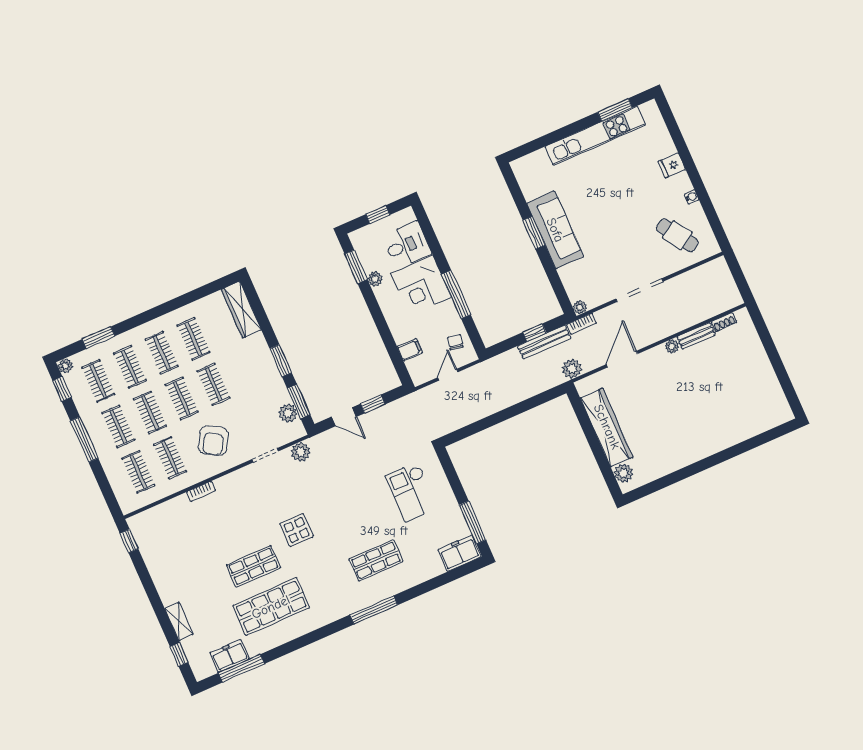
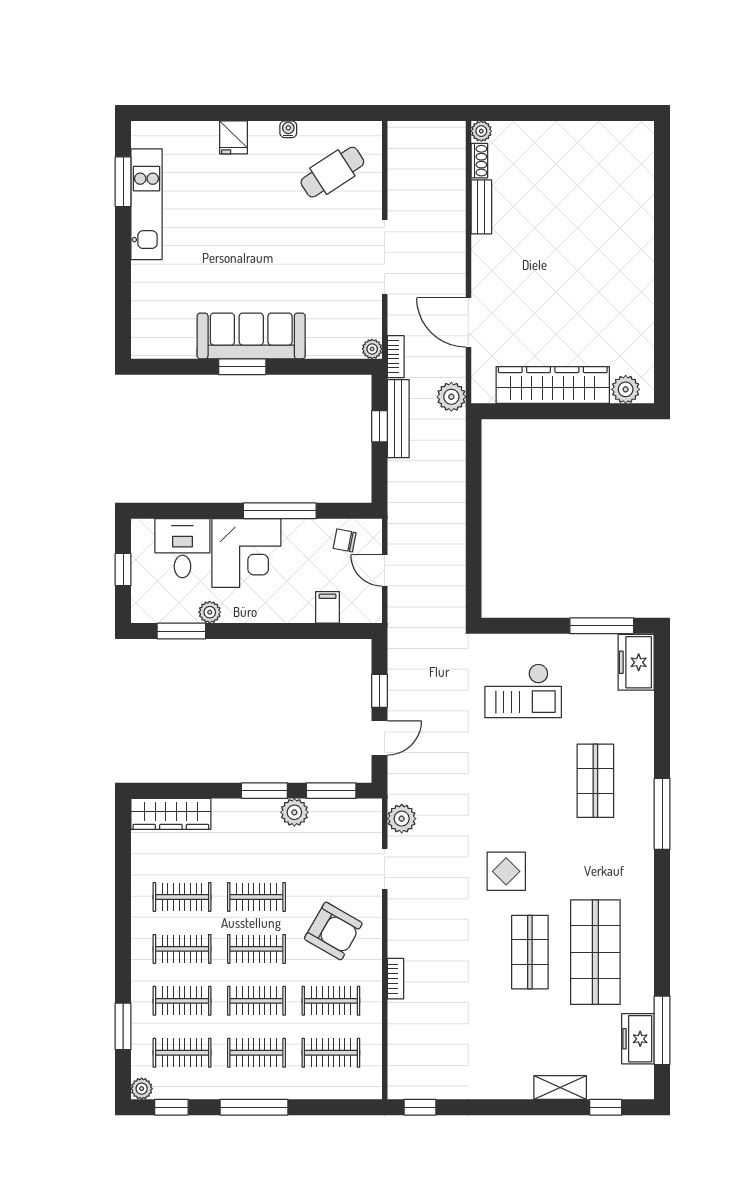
kitchen unit: (595, 136) -> (146, 204), width x0.73
plant: (672, 346) -> (481, 131), moved
plant: (288, 413) -> (294, 812), moved

